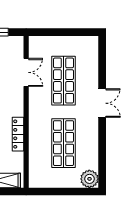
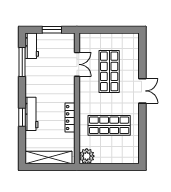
shop shelf: (63, 143) -> (109, 125), turned 90
plant: (89, 179) -> (87, 156), moved

